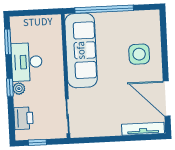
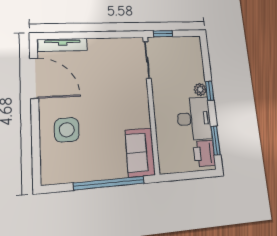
sofa: (81, 50) -> (140, 152), width x0.54, depth x0.79
printer: (23, 118) -> (204, 153), moved
window: (37, 142) -> (163, 34), moved

